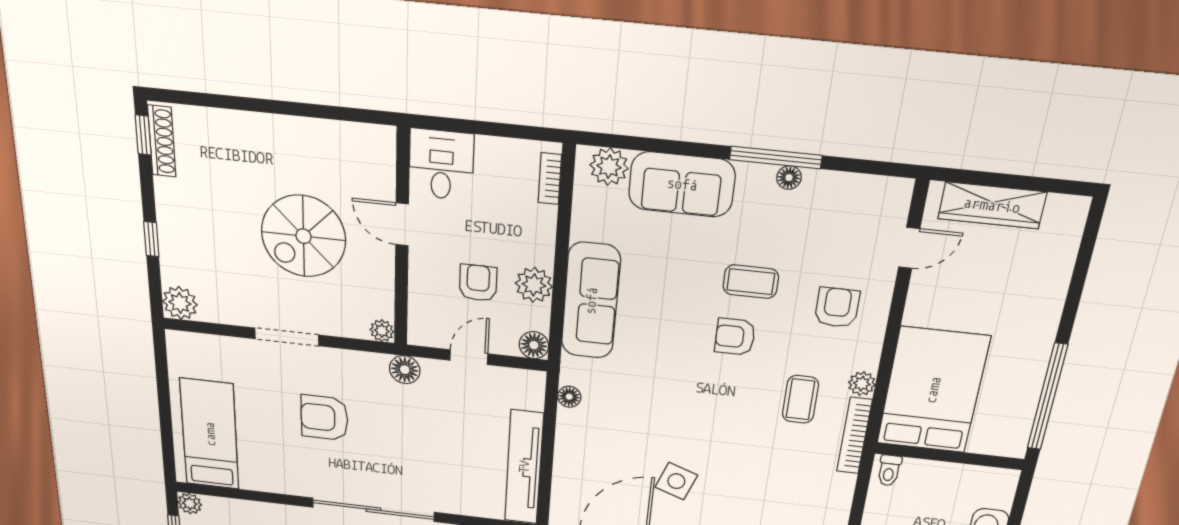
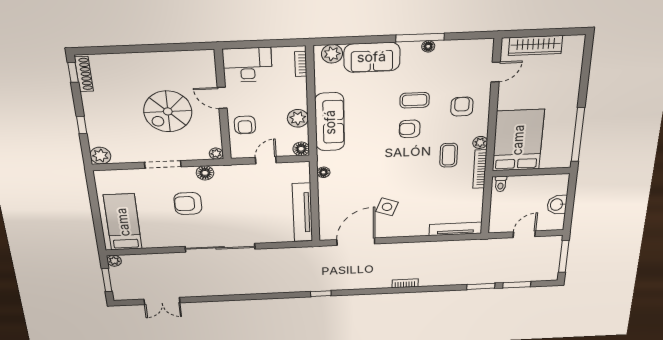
desk: (441, 165) -> (247, 65), width x1.37
armchair: (478, 283) -> (245, 125), moved, turned 180
floor lamp: (405, 370) -> (205, 173), moved

